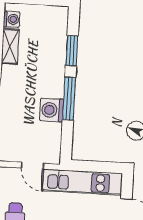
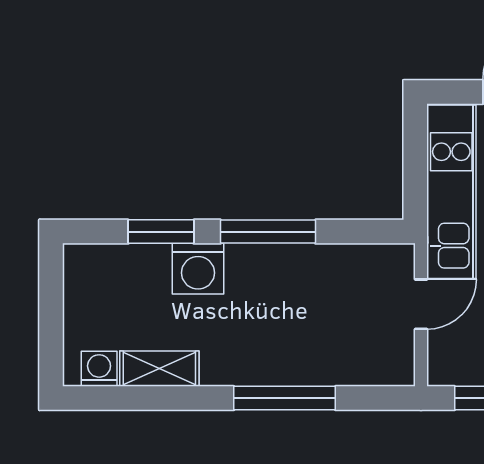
washing machine: (52, 110) -> (198, 269), moved

